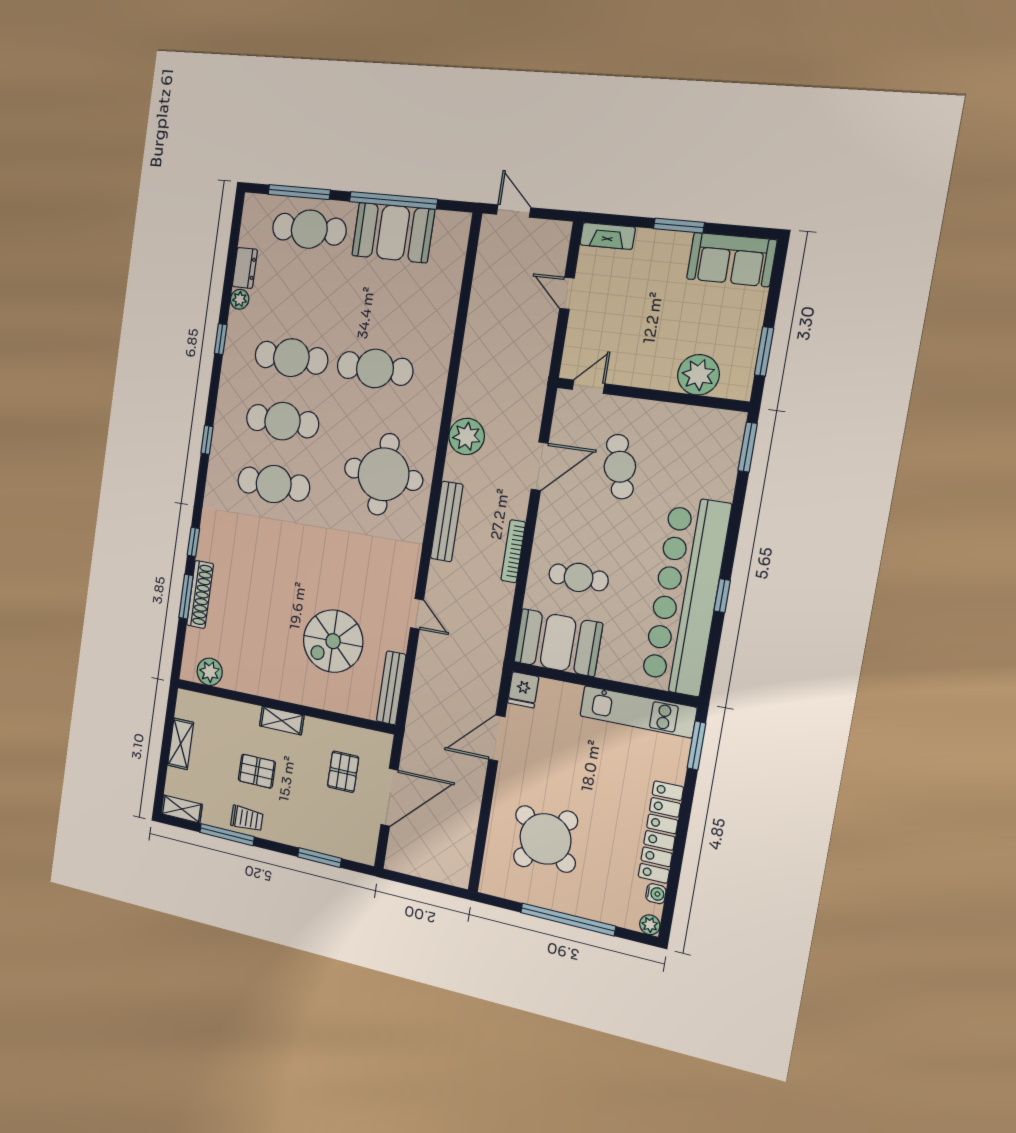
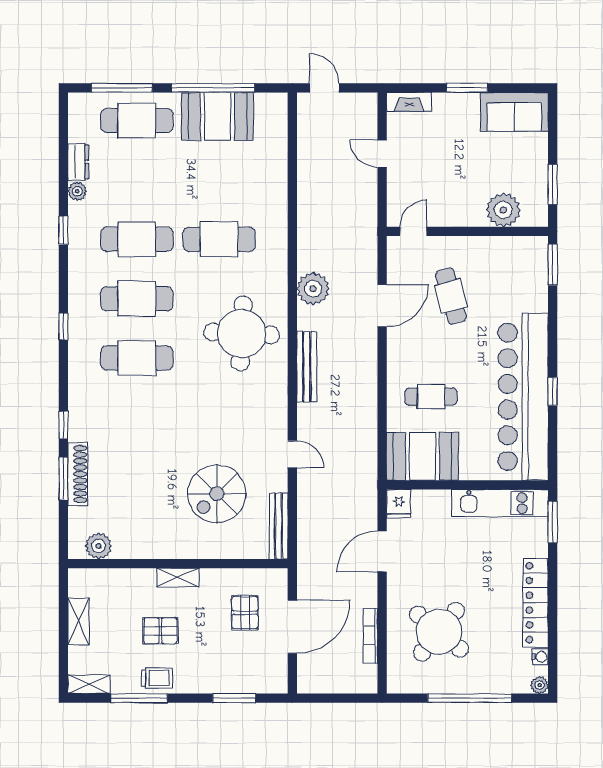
bookcase: (513, 551) -> (371, 636), moved

